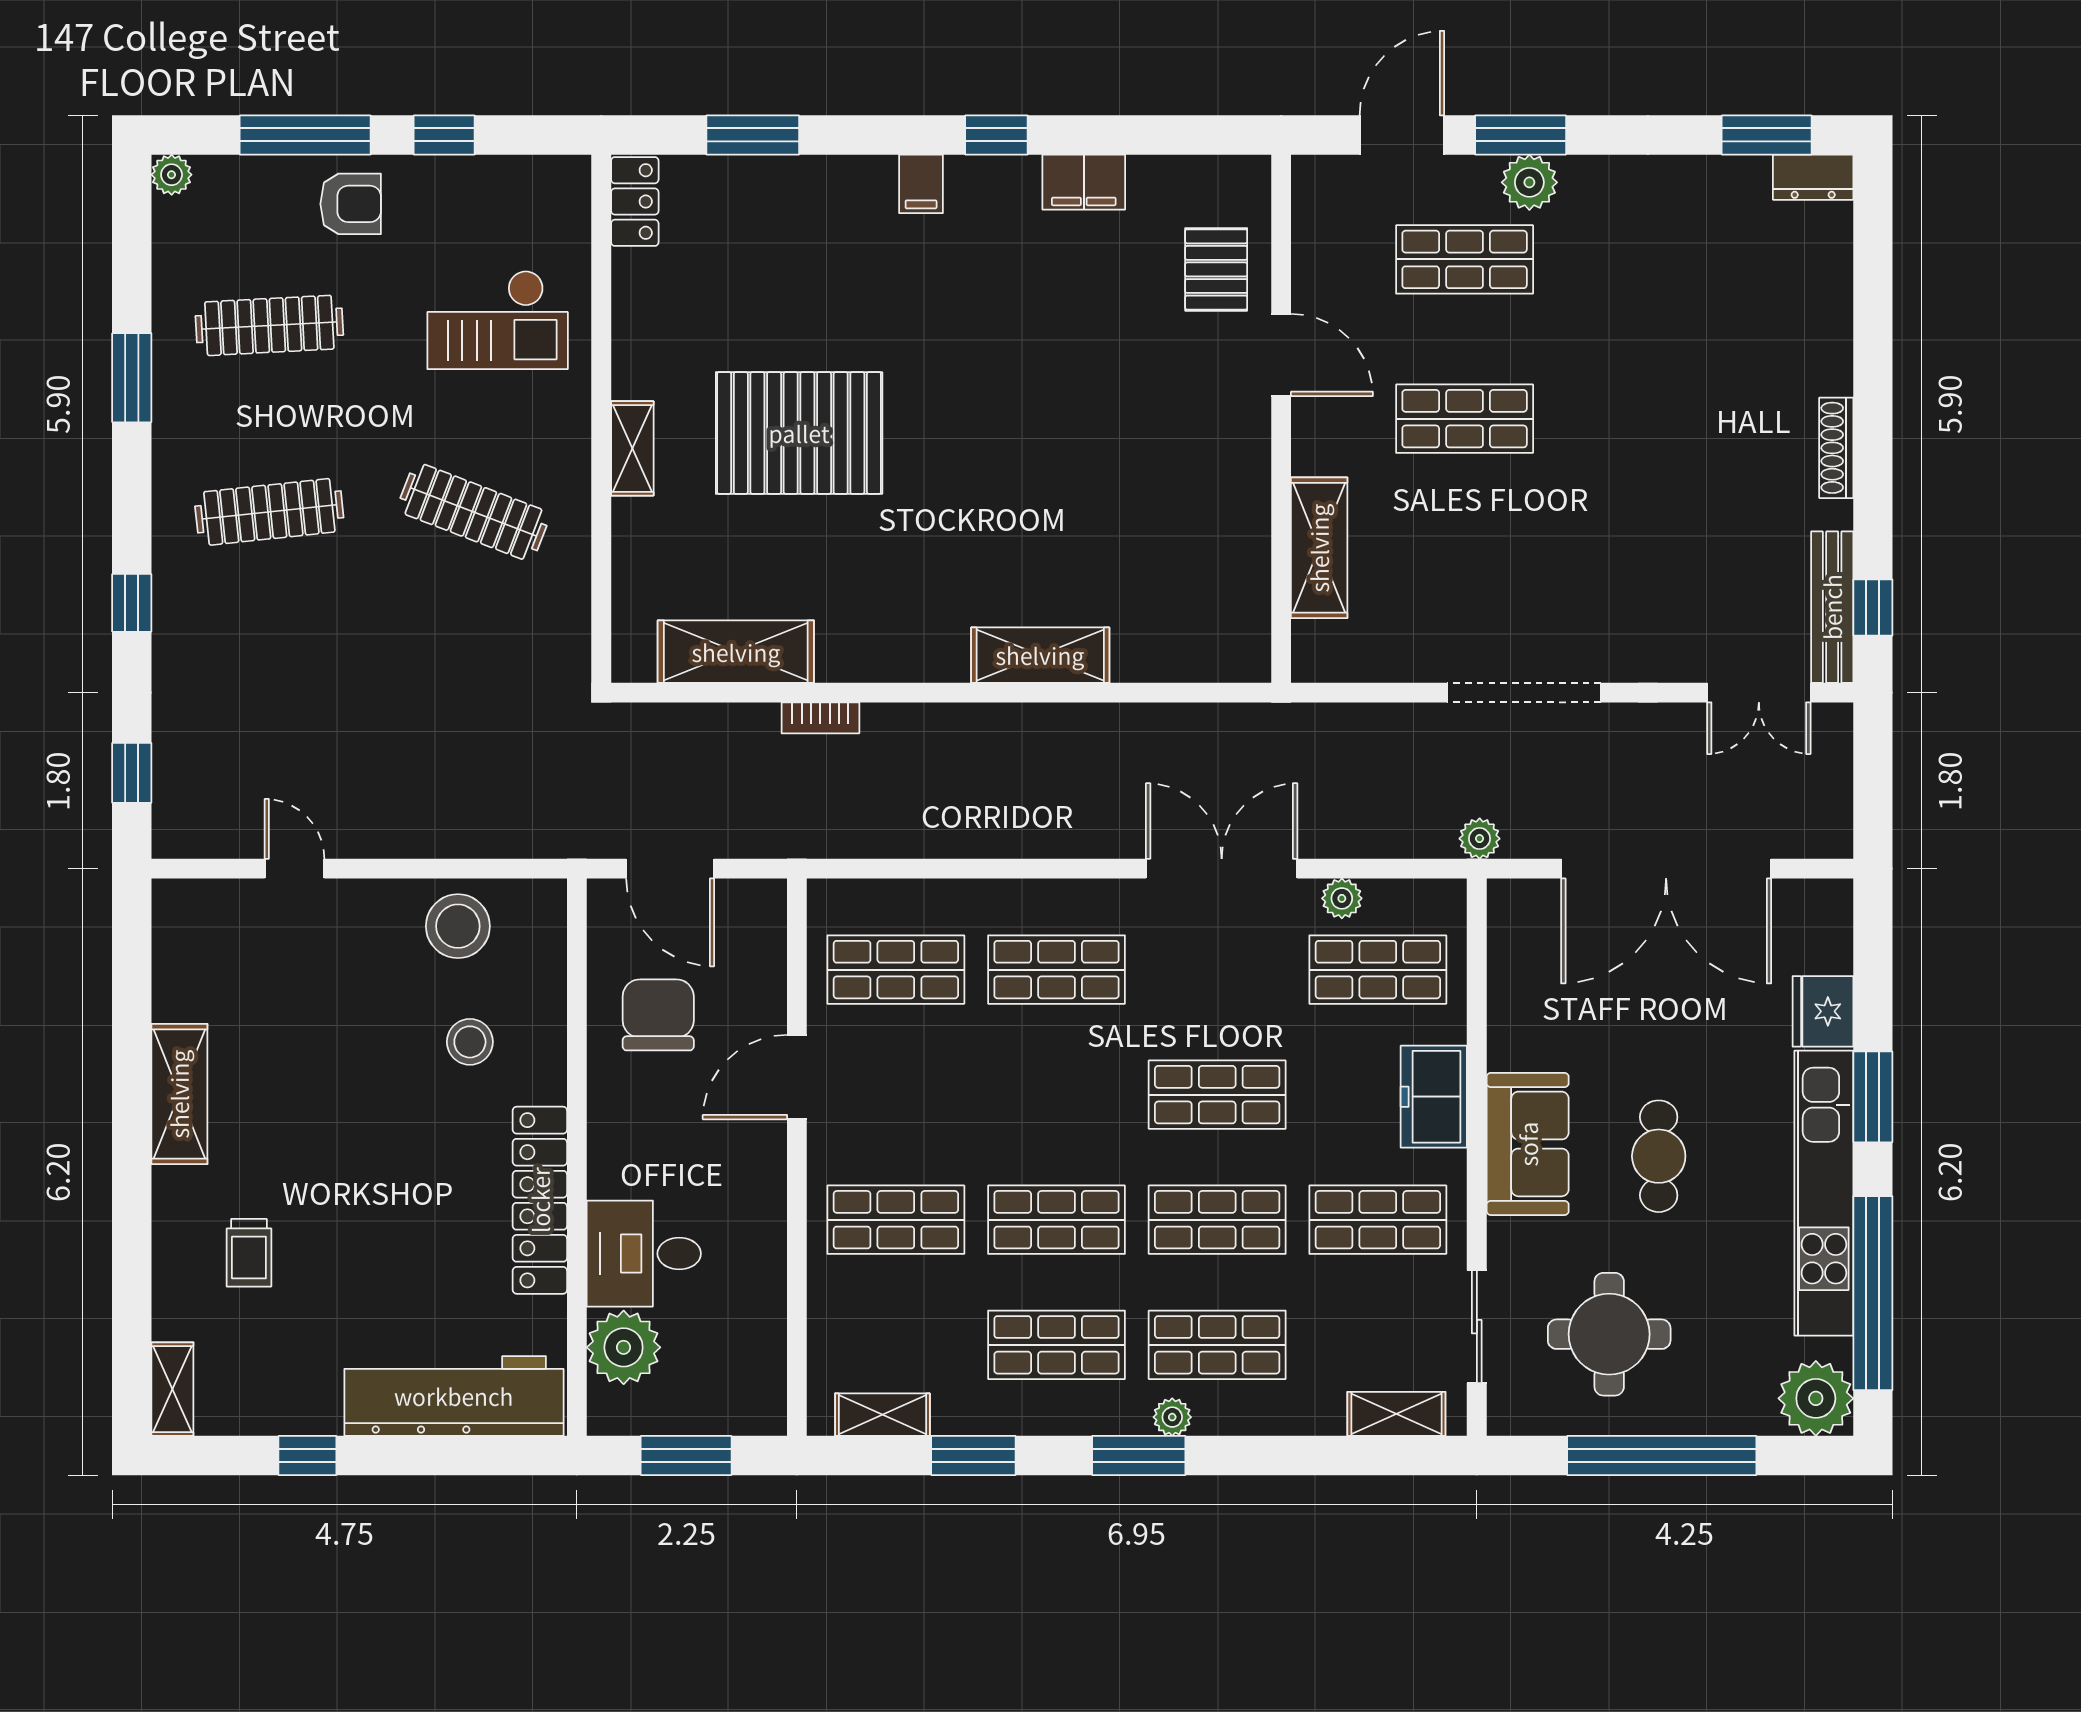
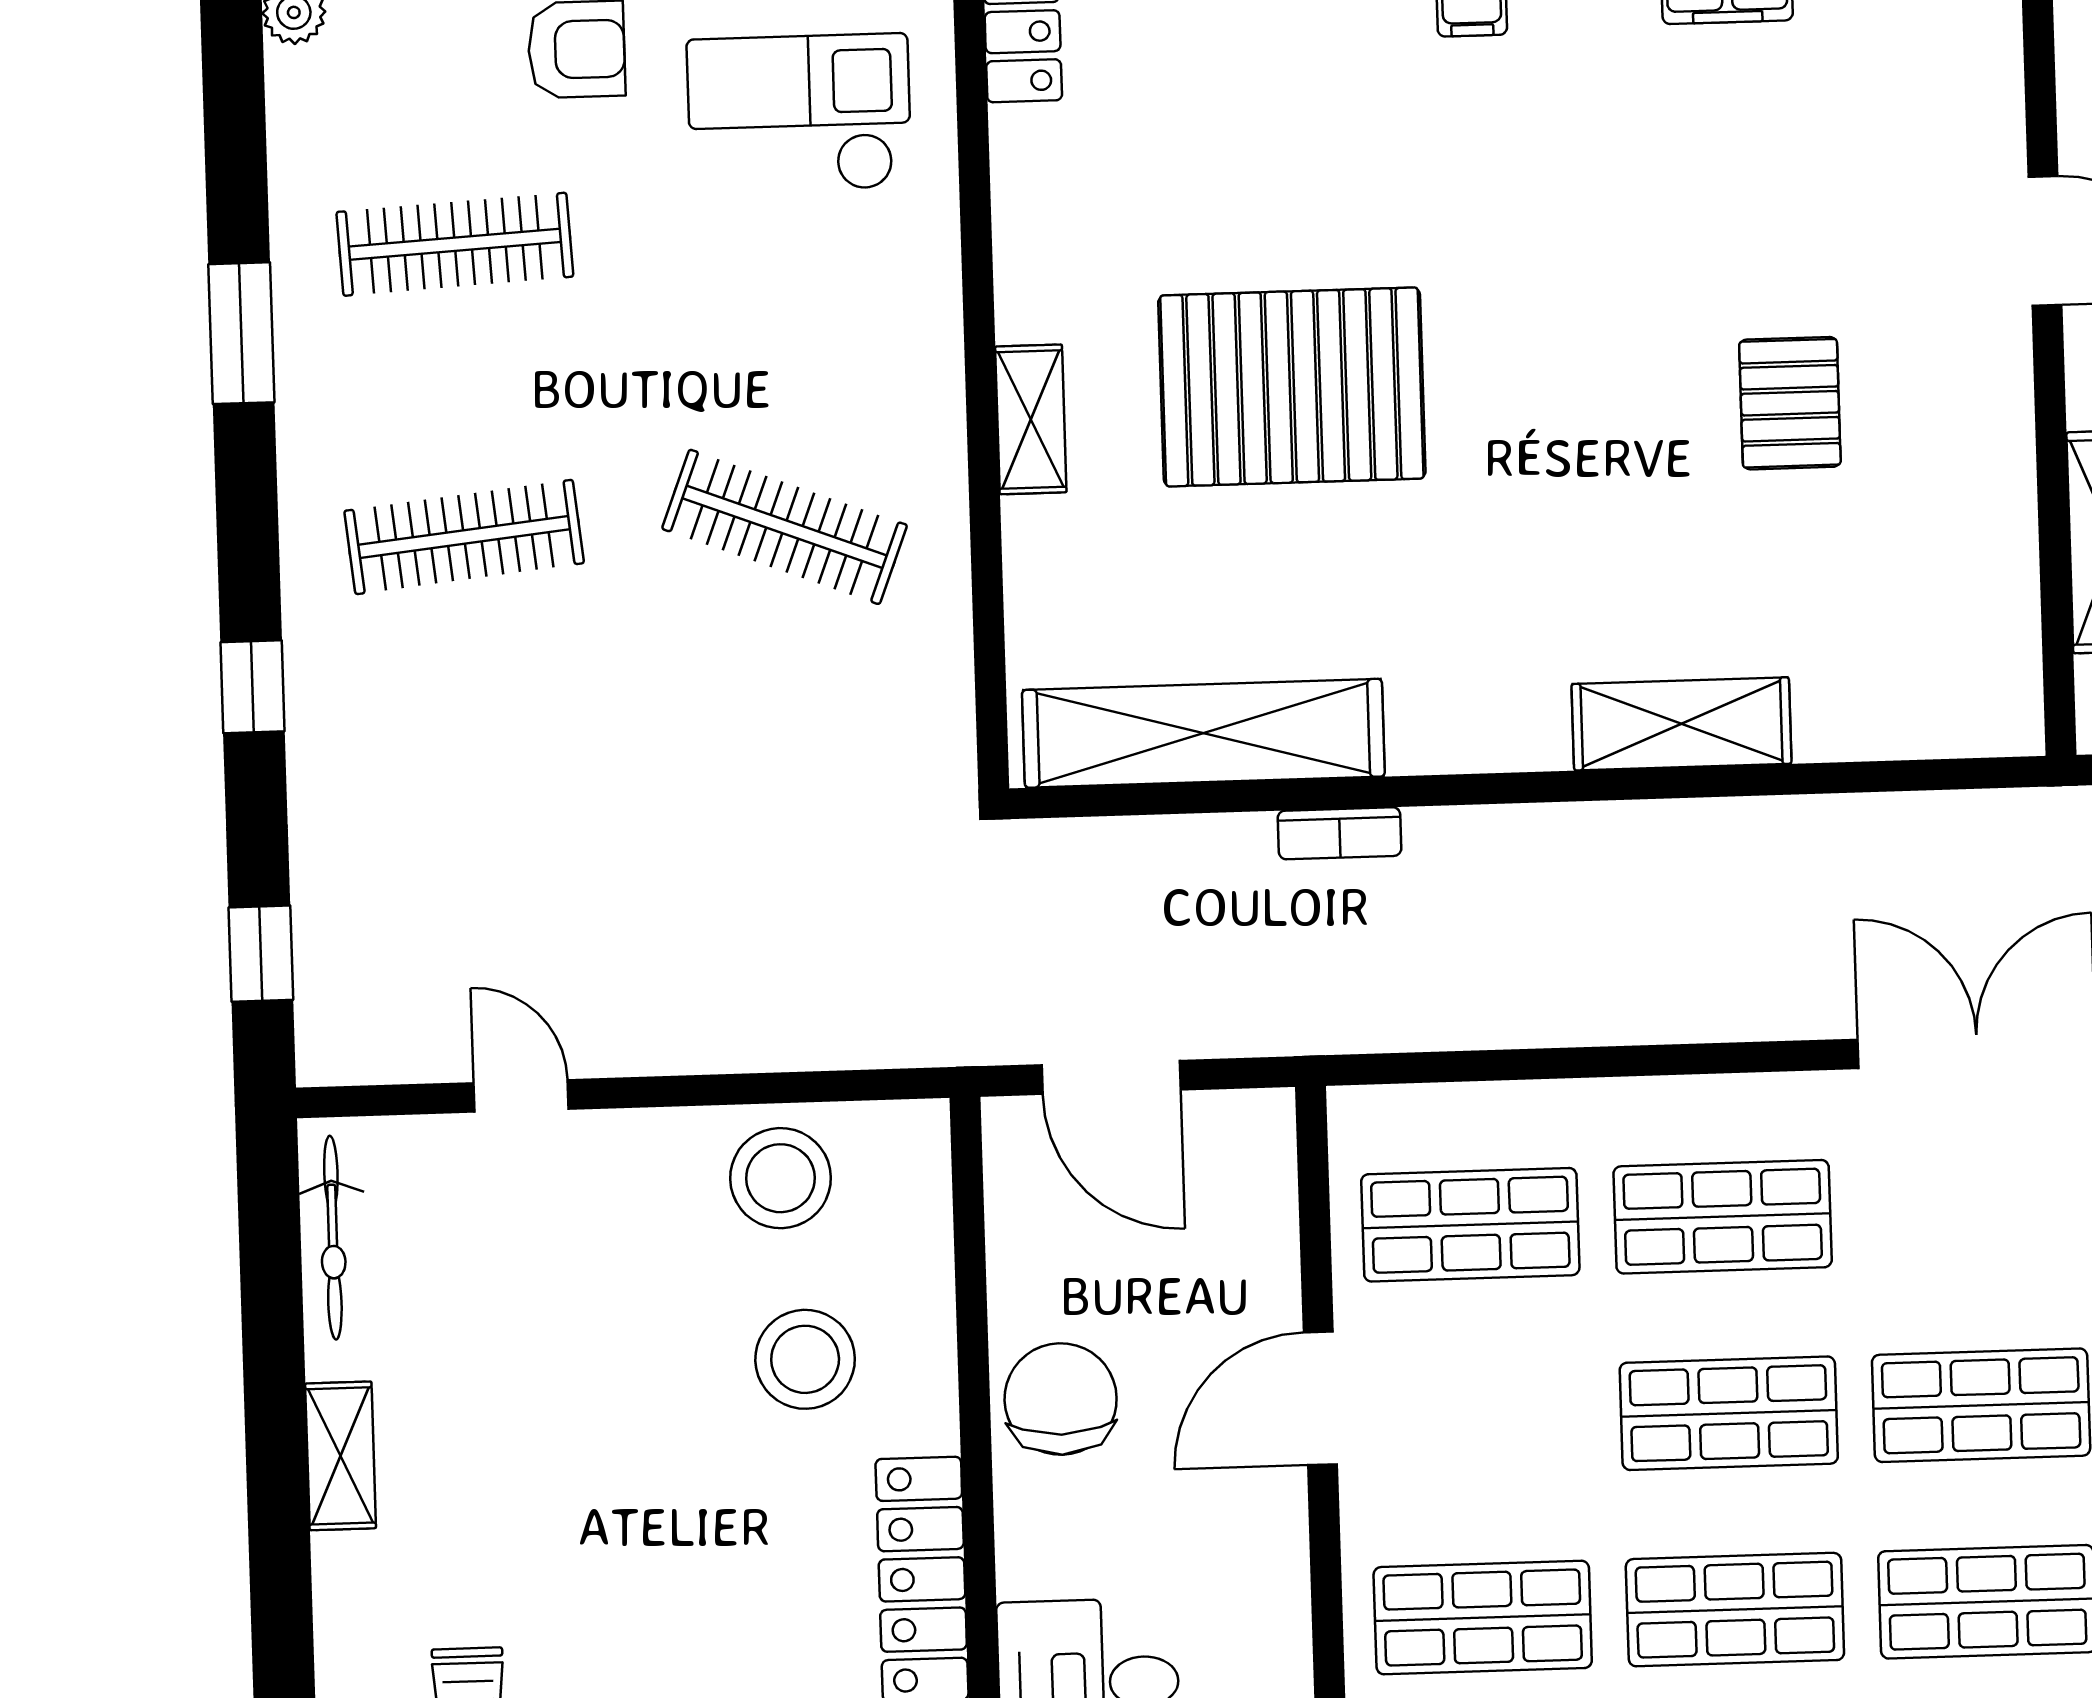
pallet: (1216, 269) -> (1790, 403), moved
checkout: (498, 320) -> (799, 114), moved, turned 180
shelving: (736, 652) -> (1203, 733), width x1.47
bicycle: (172, 955) -> (333, 1238), added
chair: (658, 1015) -> (1061, 1399), moved
stool: (470, 1042) -> (805, 1359), width x1.38, depth x1.38
shelving: (179, 1094) -> (341, 1456), width x0.67, depth x0.75
shop shelf: (1057, 1095) -> (1729, 1413), added

